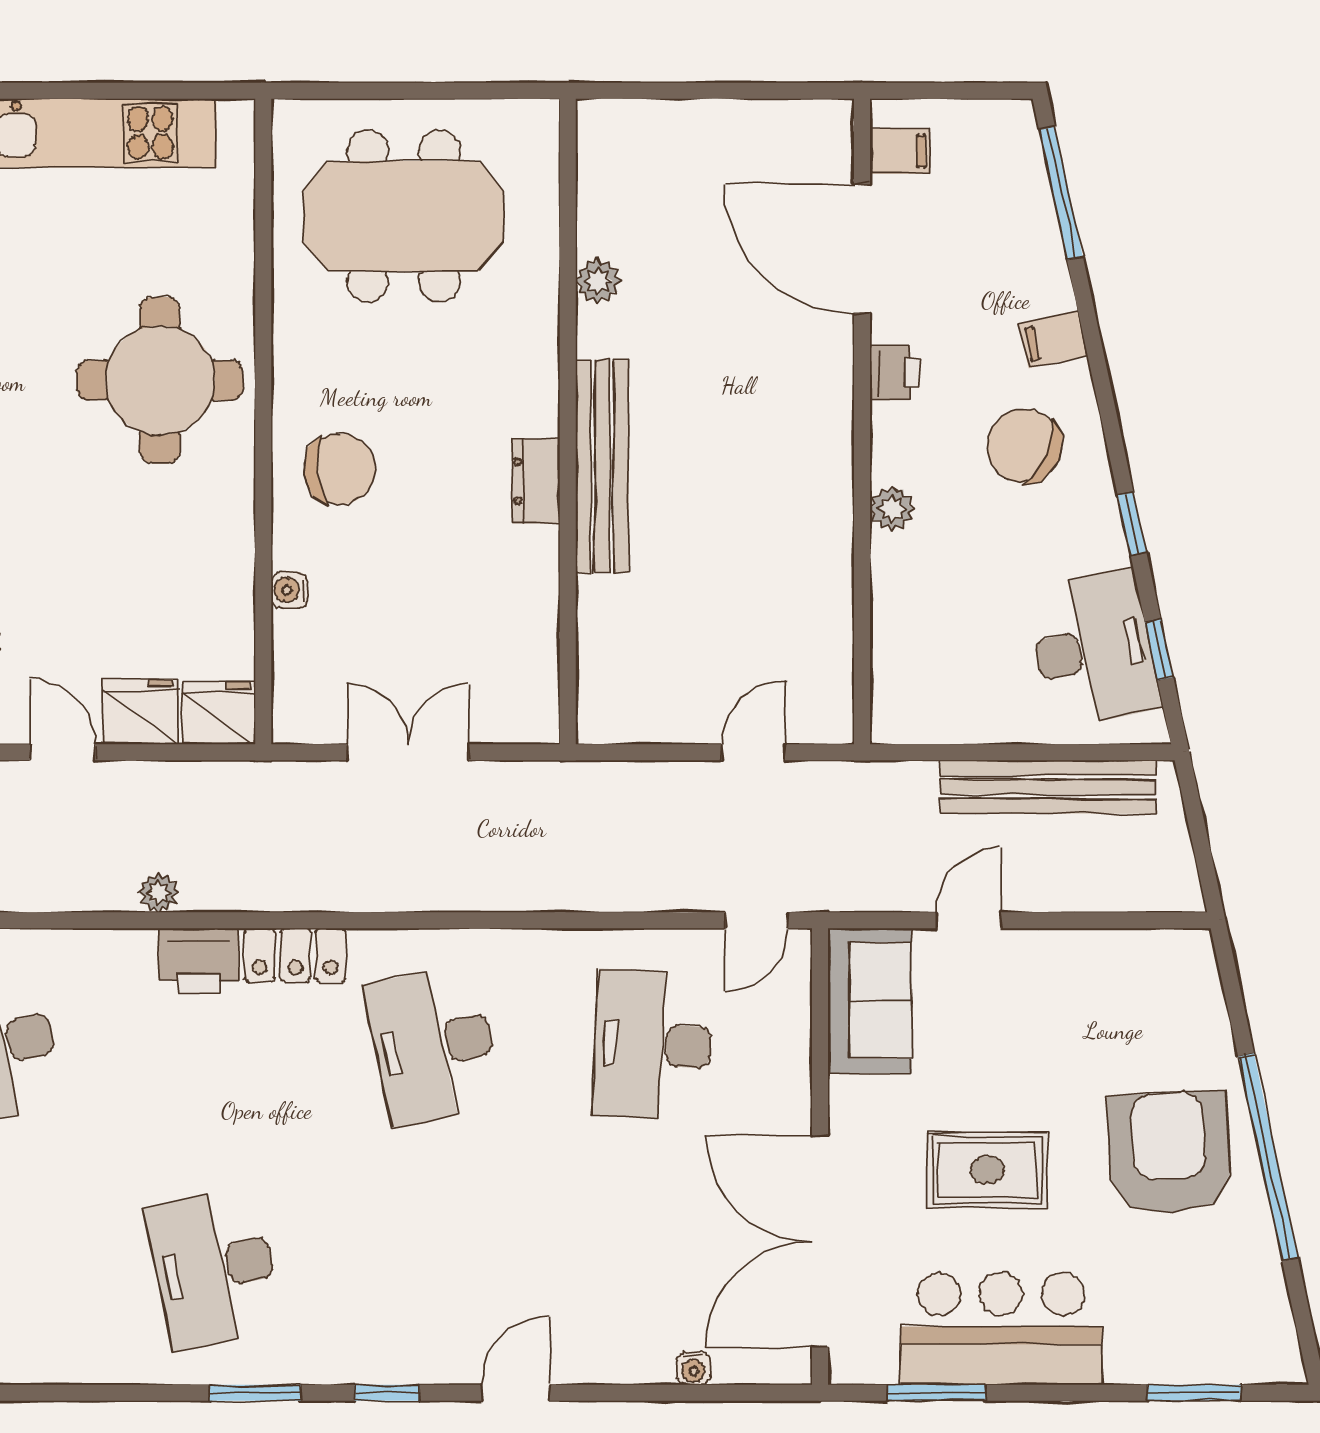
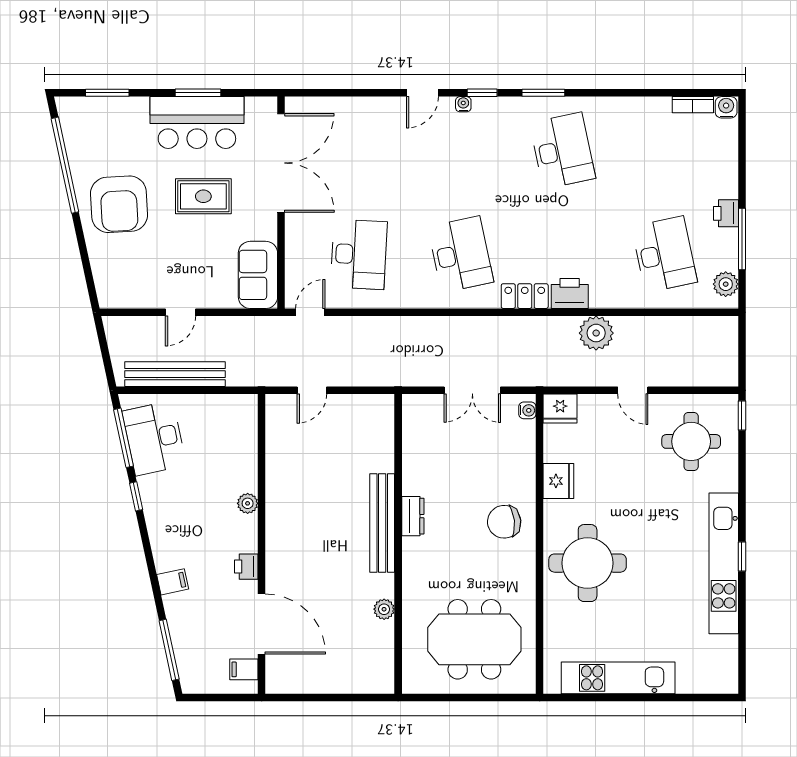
chair: (1024, 446) -> (186, 533), removed
water cooler: (289, 590) -> (527, 410), moved
window: (1159, 650) -> (124, 438), width x2.17
fridge: (141, 712) -> (558, 481), moved, turned -90
plant: (159, 893) -> (596, 333), width x1.87, depth x1.87
door: (969, 920) -> (180, 312), moved
window: (1268, 1157) -> (65, 165), moved
water cooler: (694, 1368) -> (463, 104), moved
window: (936, 1393) -> (198, 93), moved

